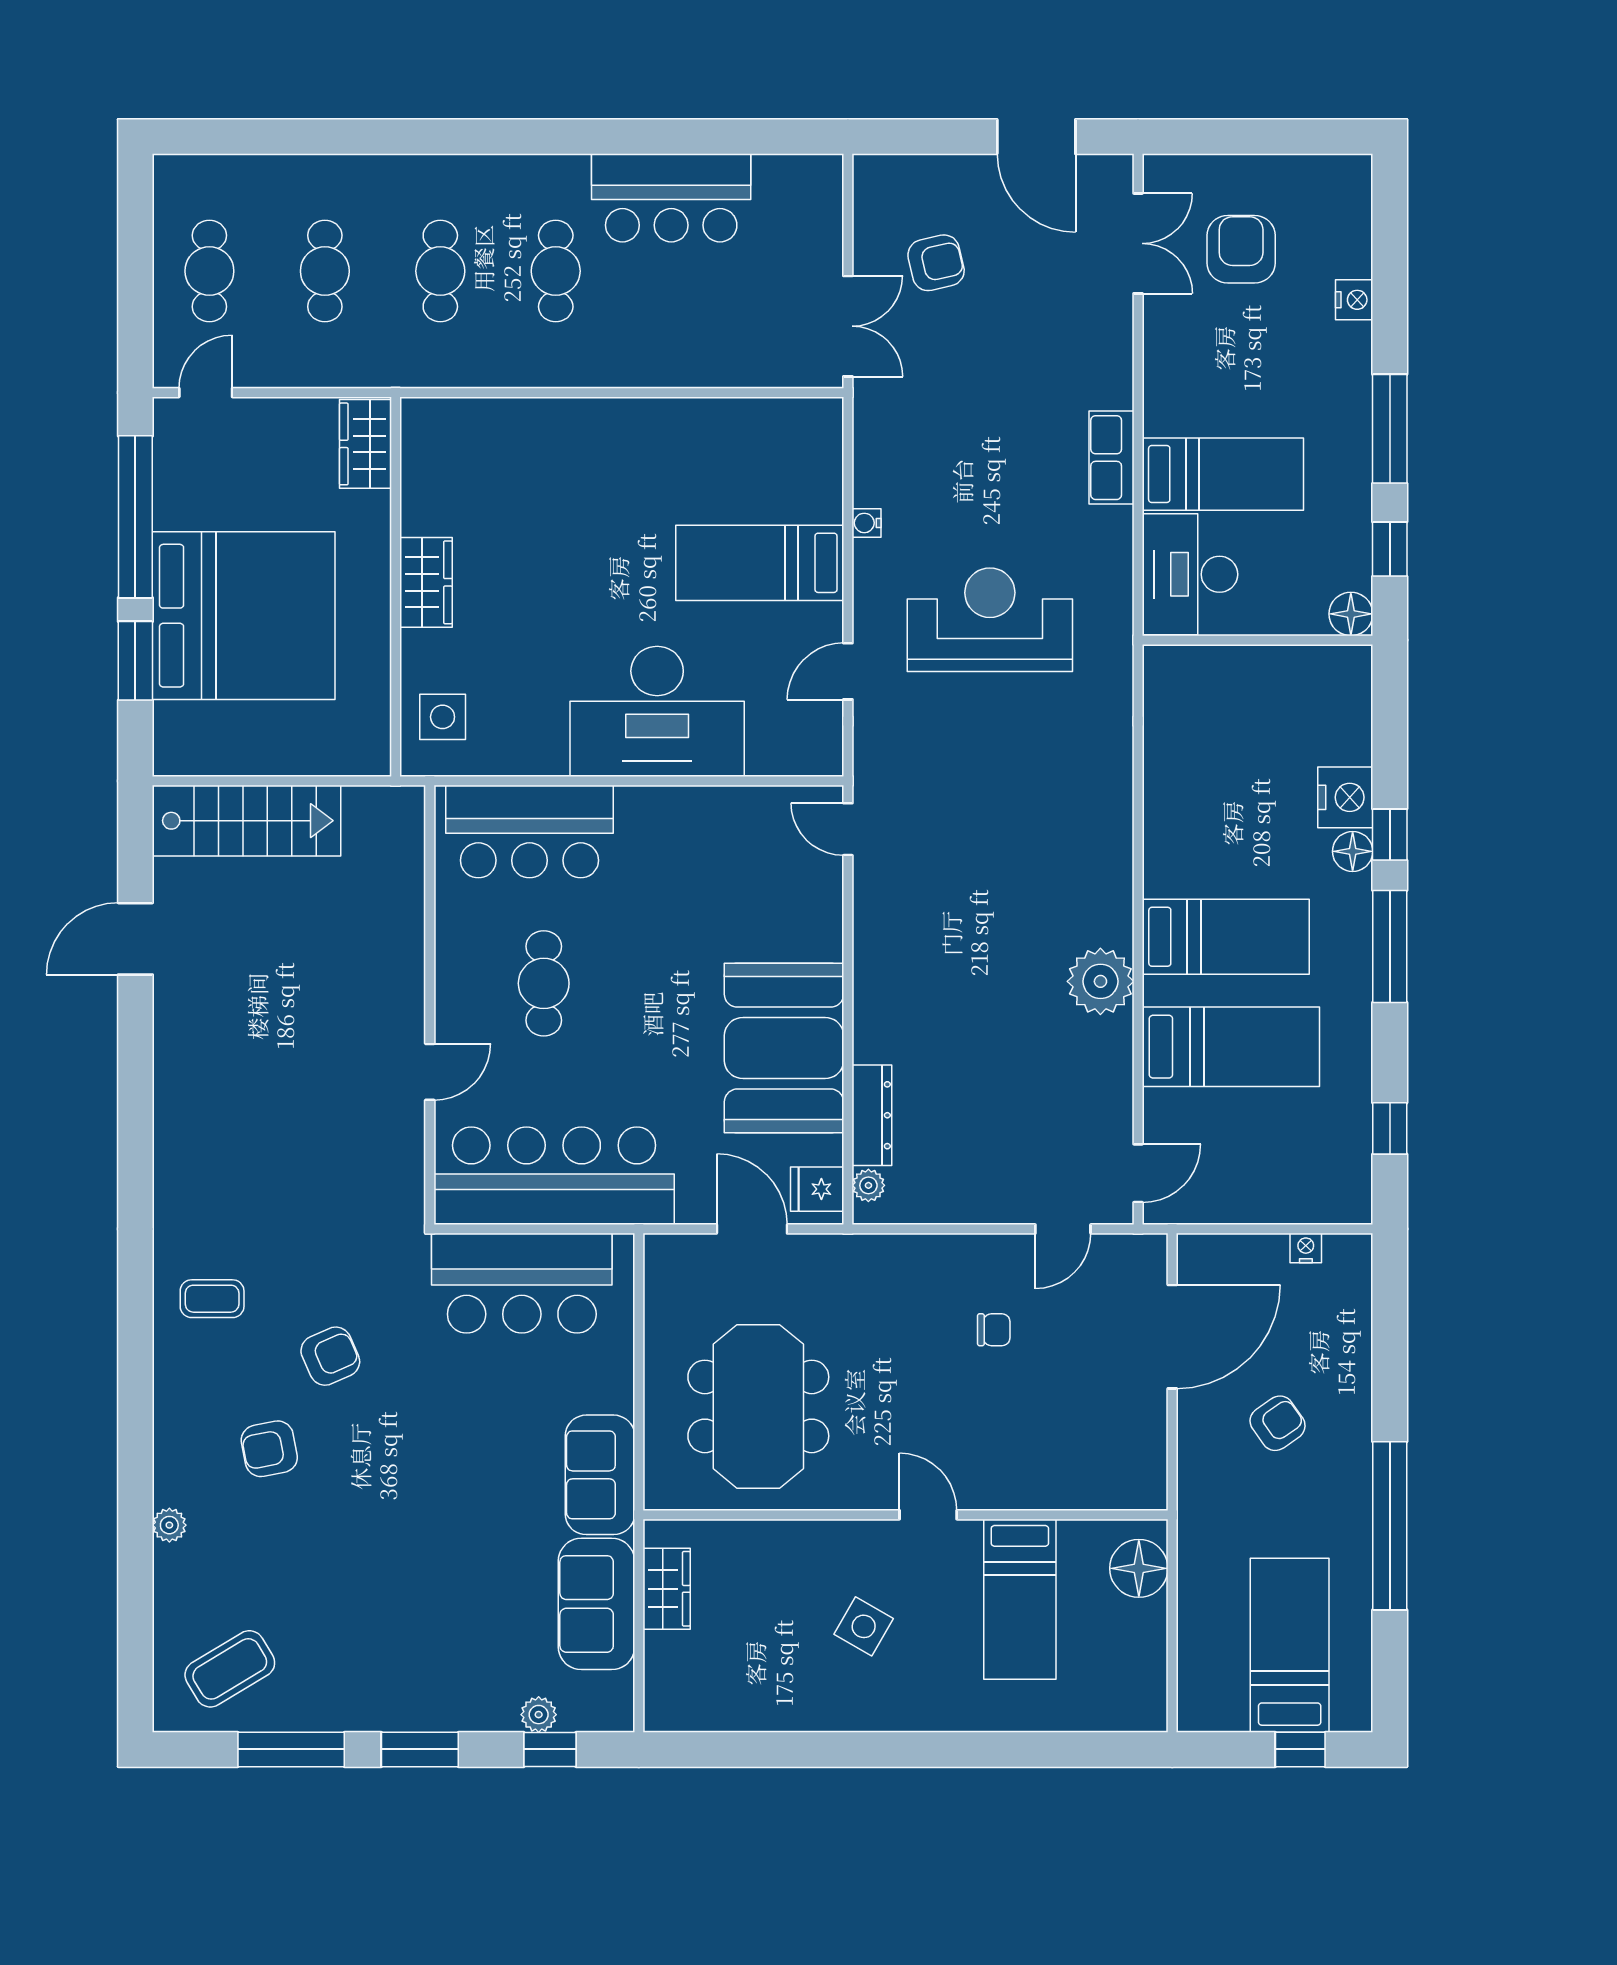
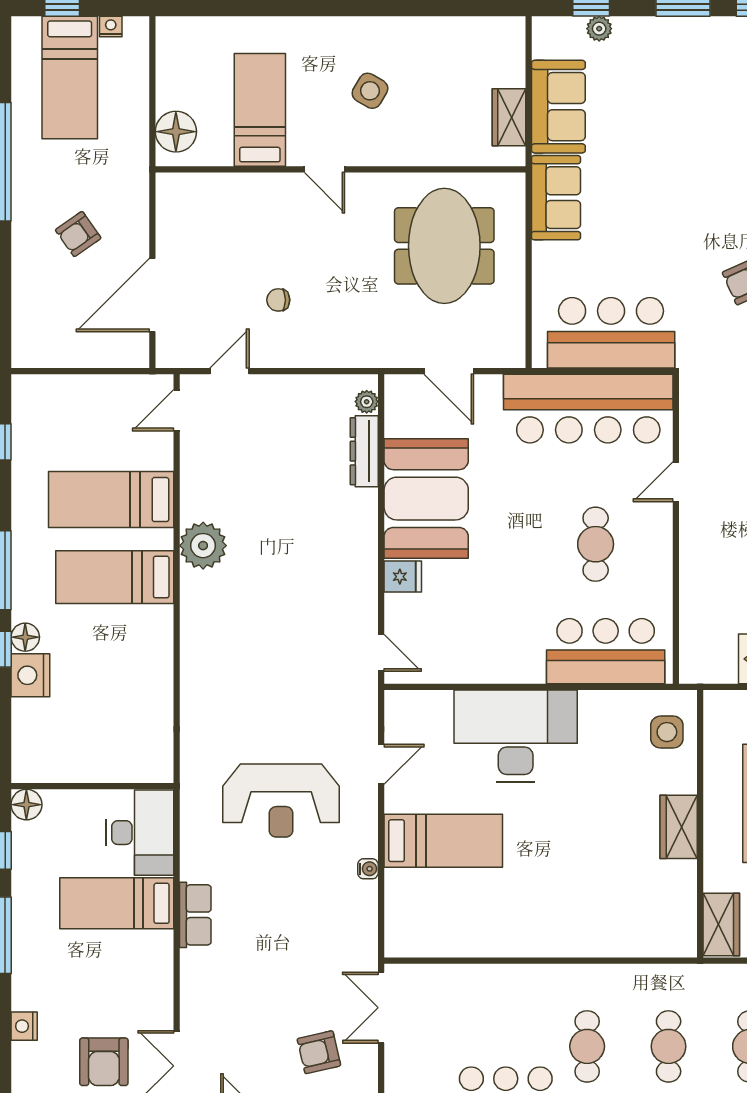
fridge: (817, 1189) -> (403, 577), moved
nightstand: (1306, 1248) -> (111, 26), moved, turned 180

